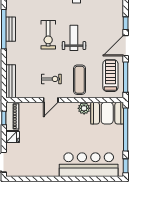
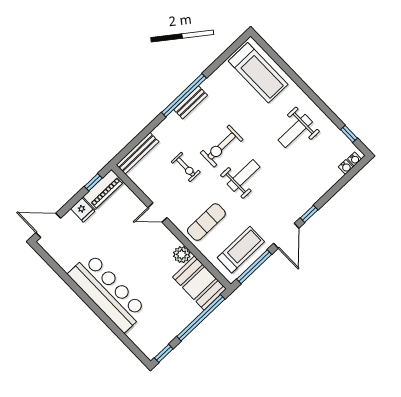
door: (126, 46) -> (286, 236), swing flipped
exercise bike: (51, 79) -> (186, 167), moved
bar counter: (89, 165) -> (108, 292), moved

